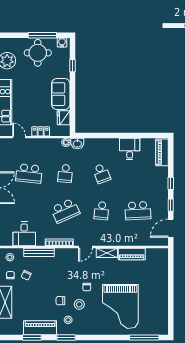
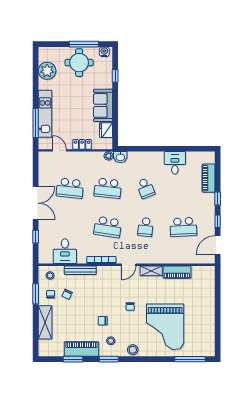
piano: (162, 152) -> (209, 178), moved
school desk: (65, 173) -> (108, 188), width x1.85
school desk: (65, 211) -> (108, 227), turned 33
stool: (79, 304) -> (133, 350), moved

